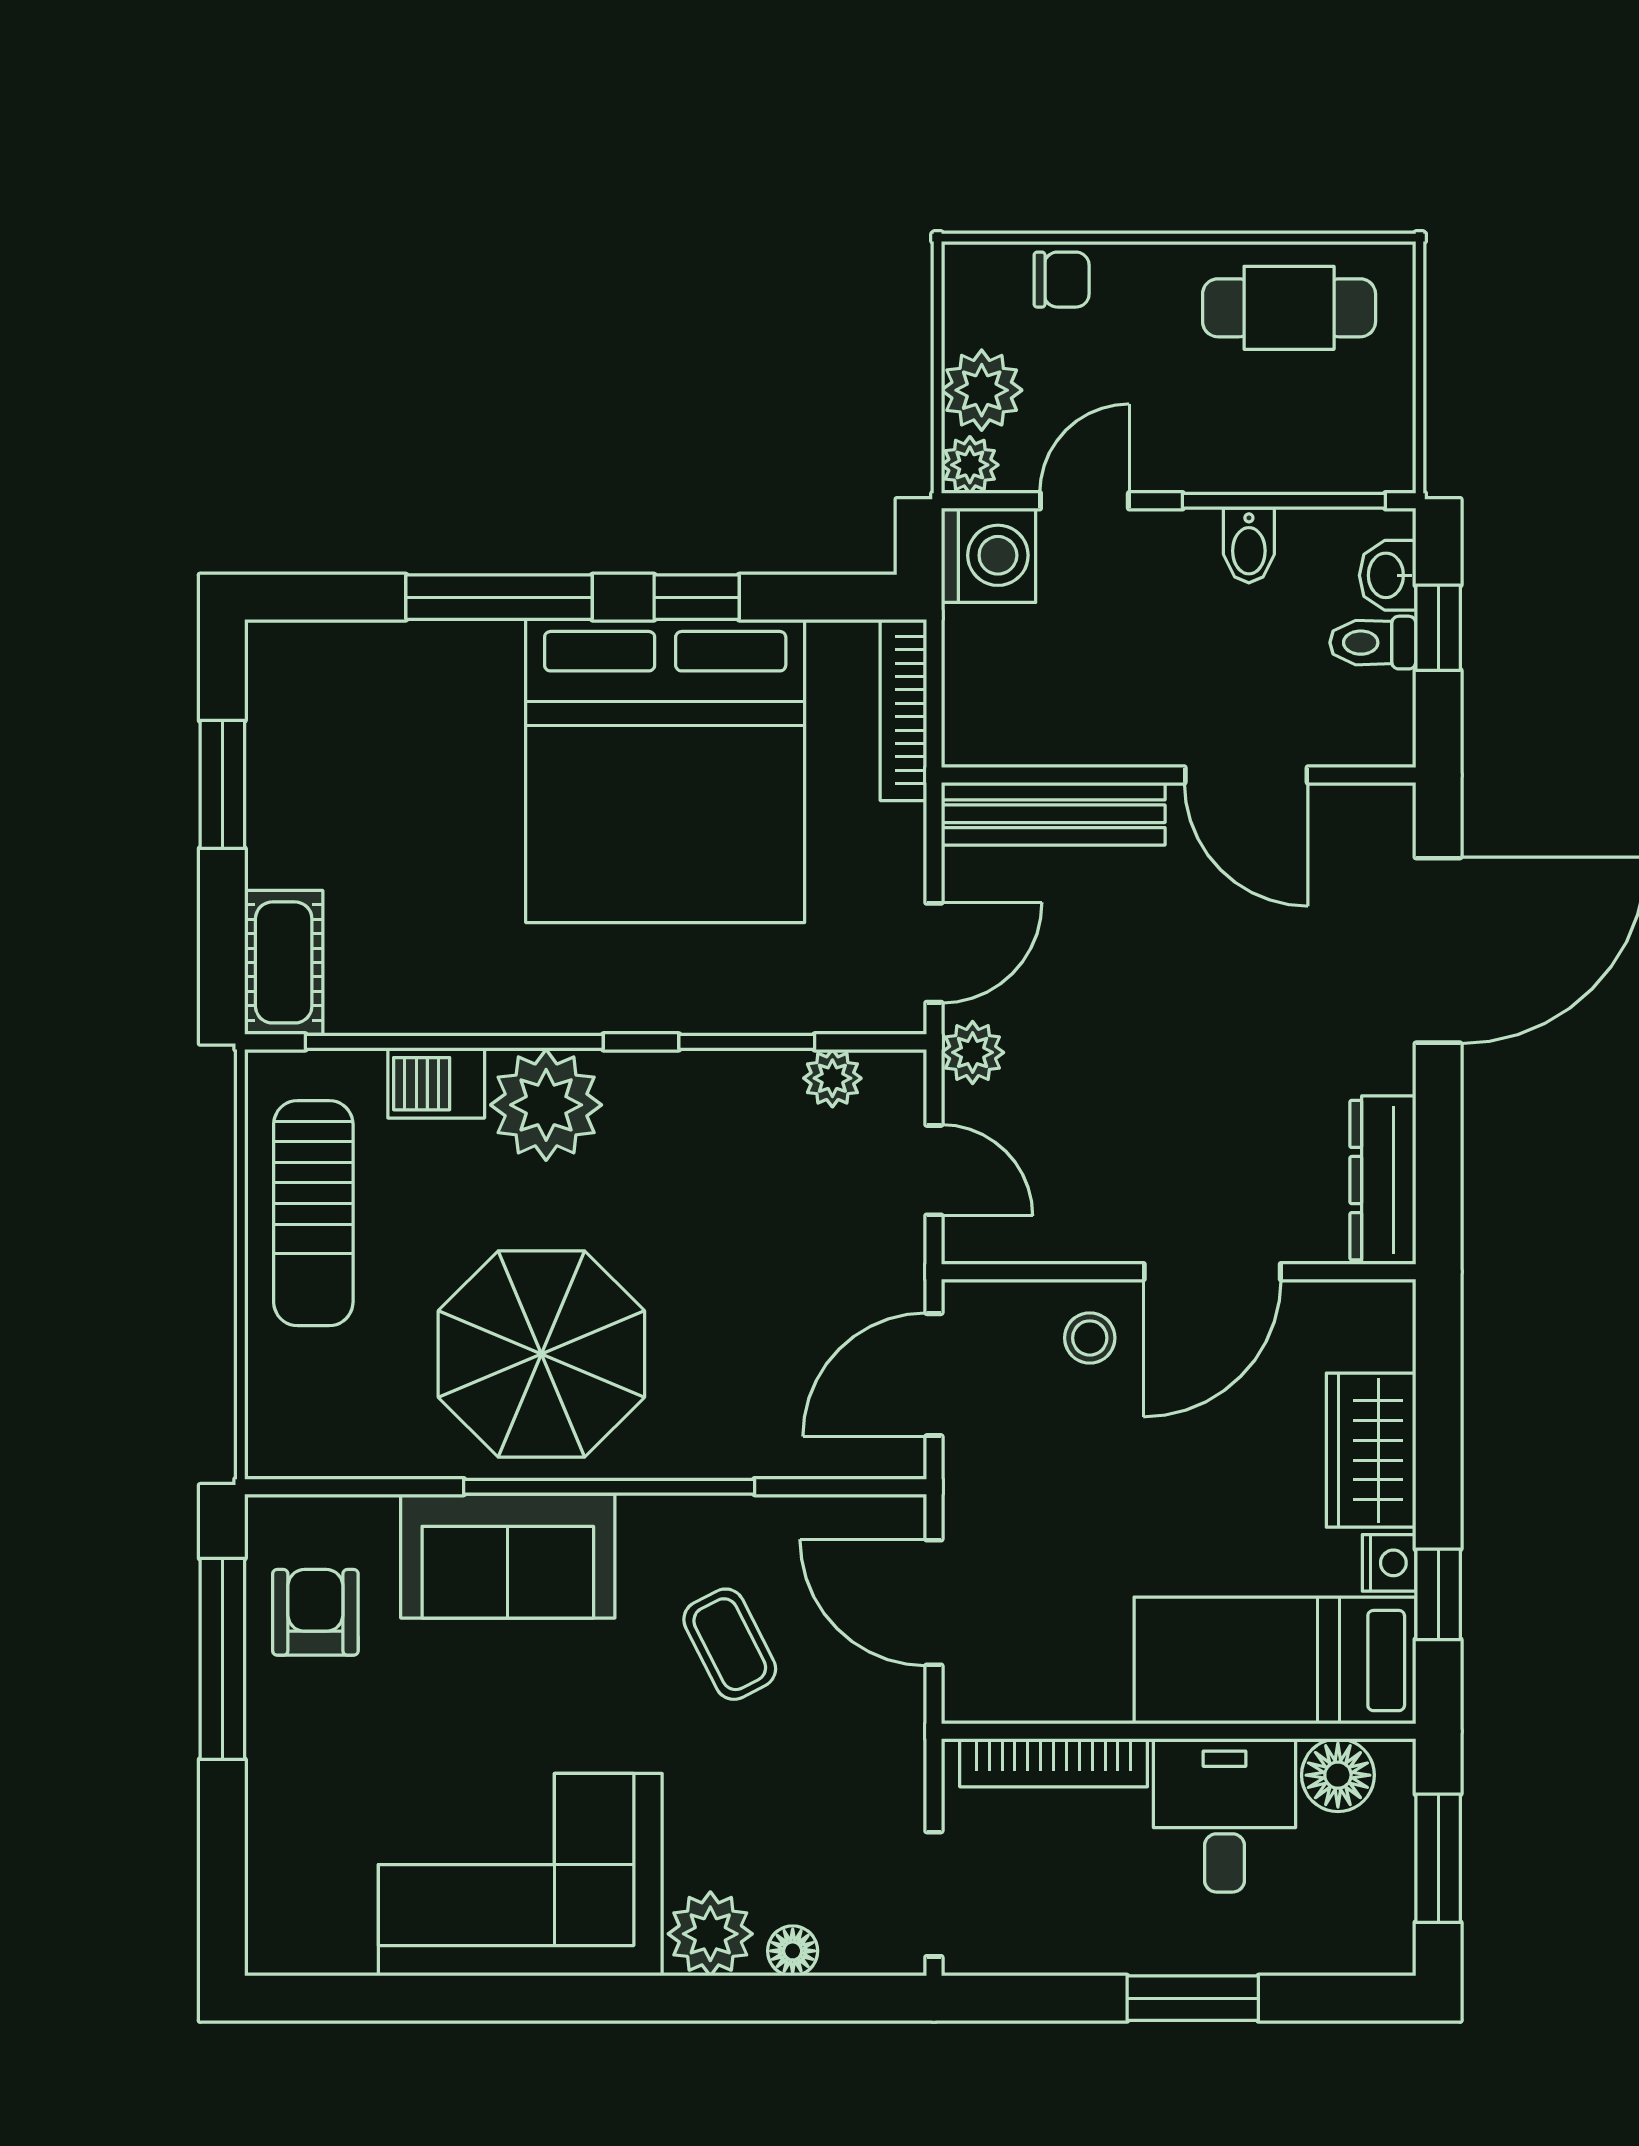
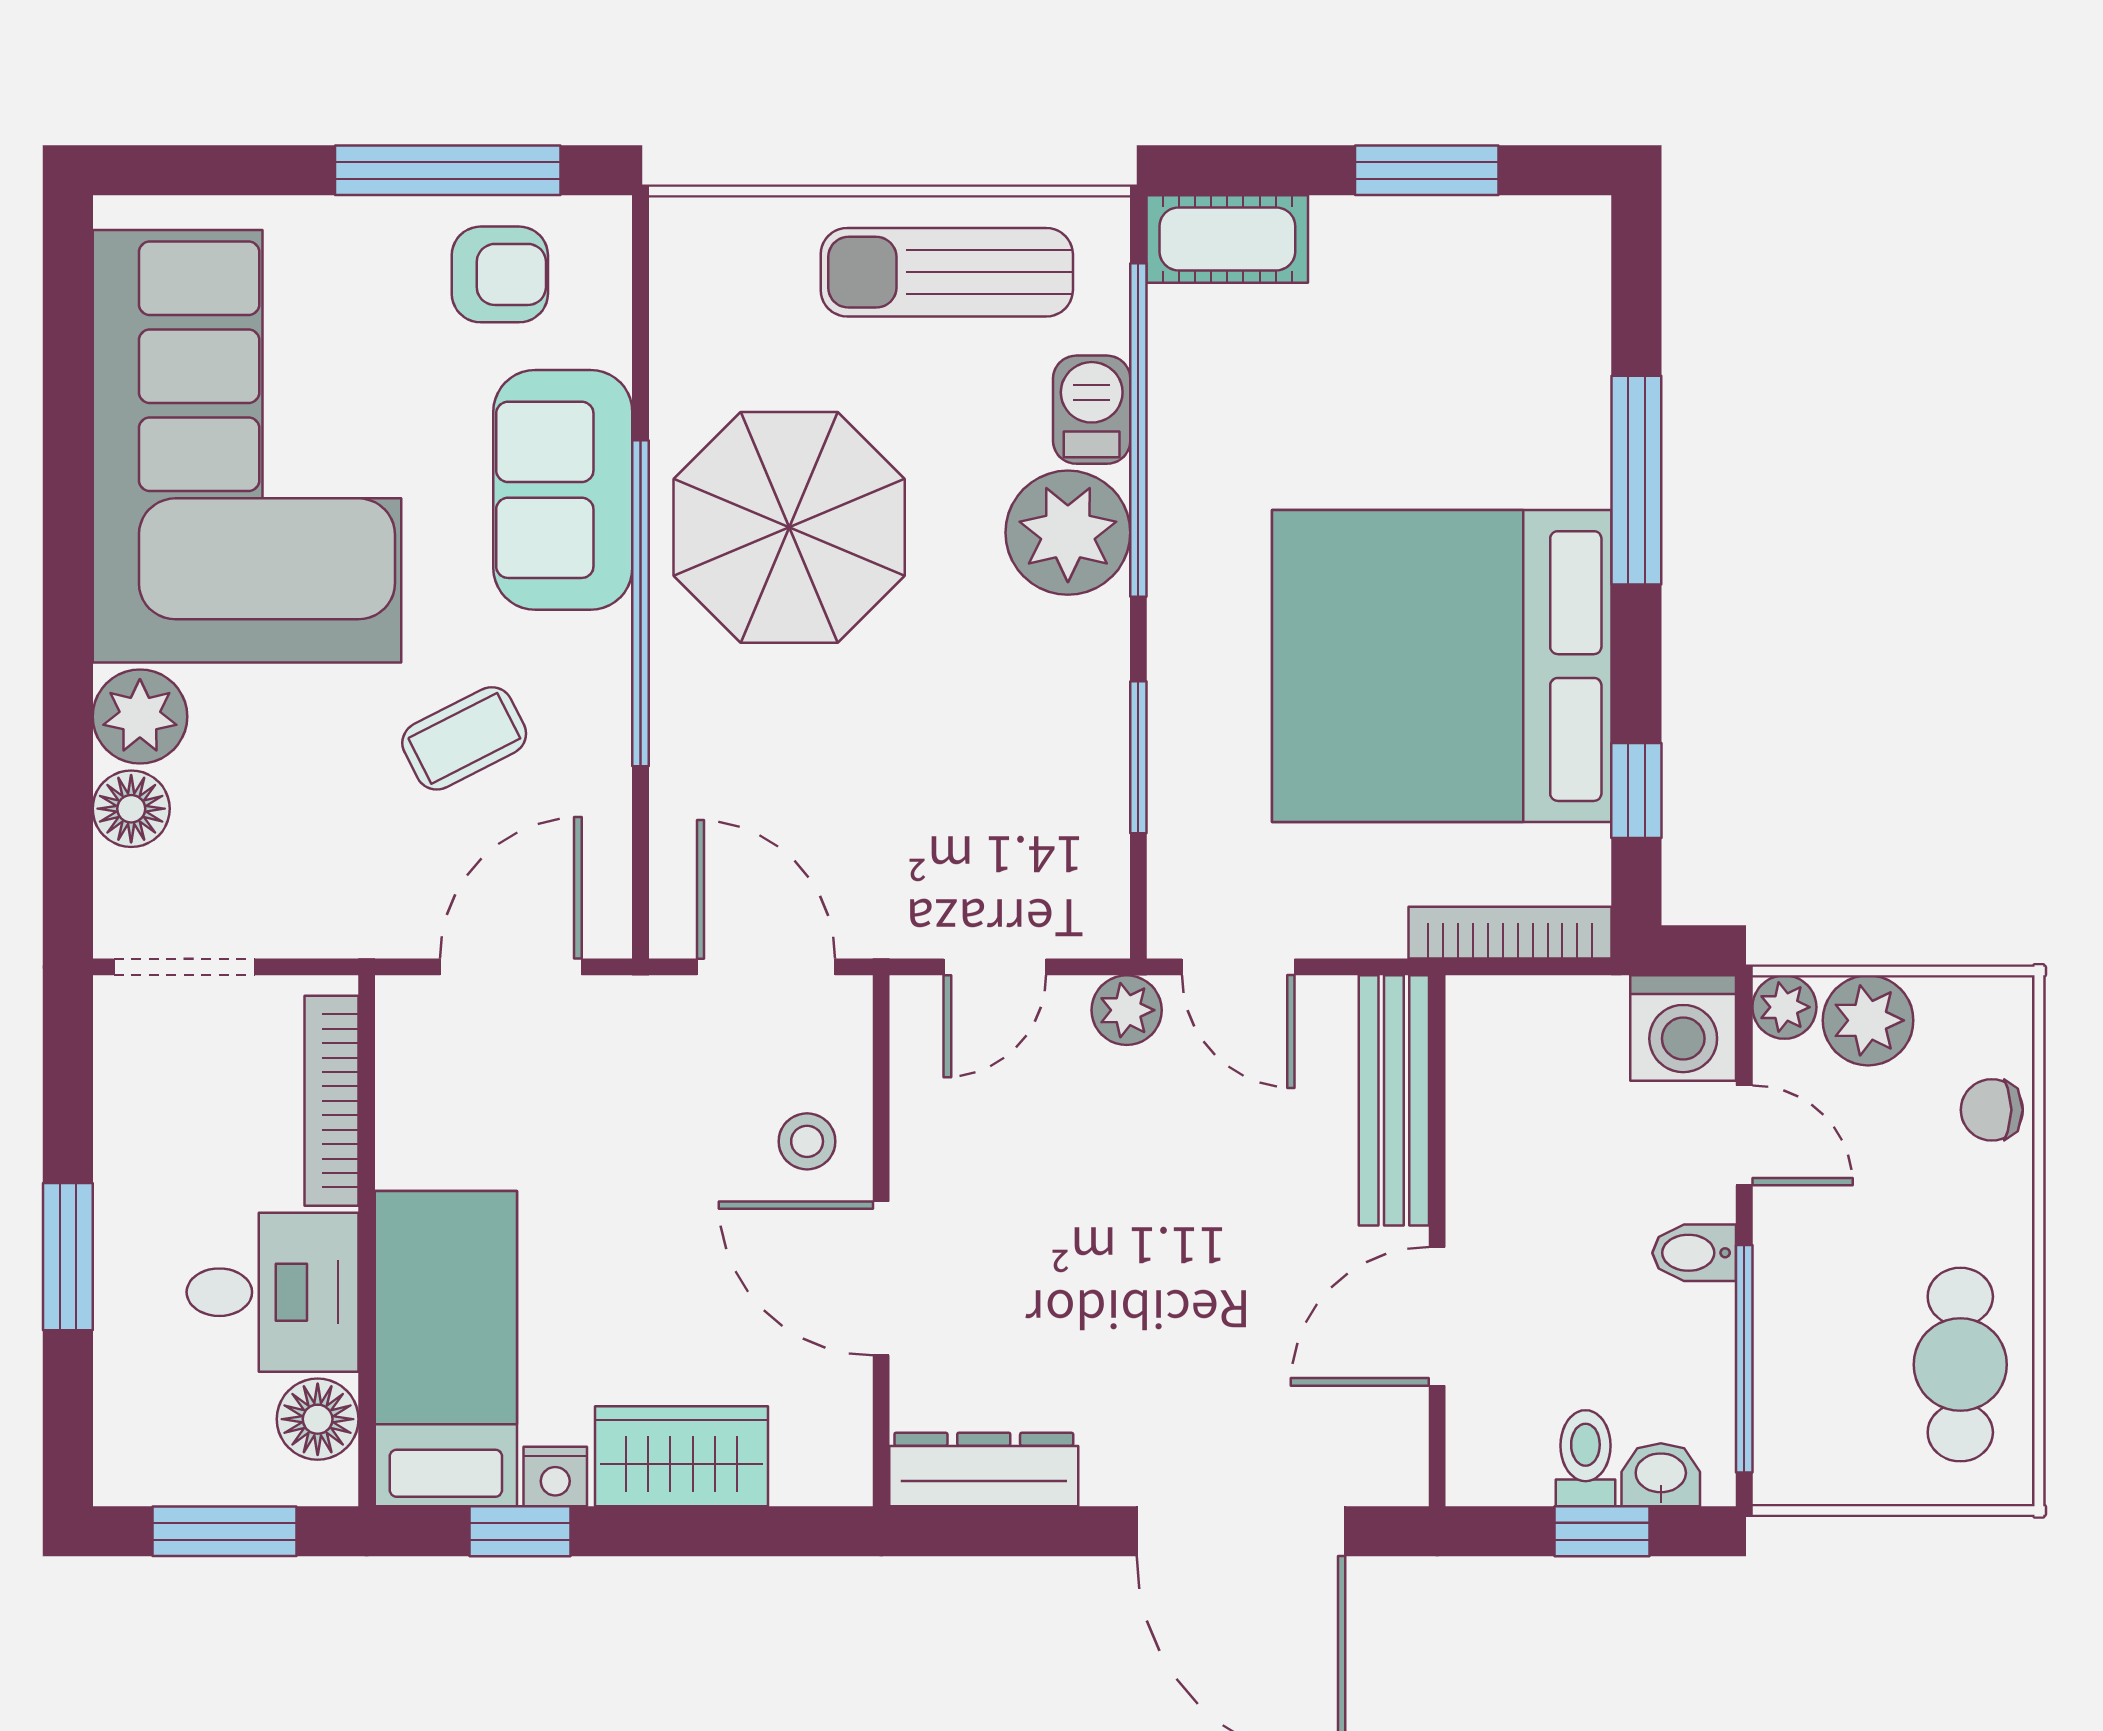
chair: (1062, 280) -> (1992, 1110), turned 90
bidet: (1249, 546) -> (1694, 1253), moved
window: (697, 597) -> (1636, 791), moved
plant: (832, 1078) -> (1098, 853), removed
corner sofa: (520, 1875) -> (247, 446), width x1.36, depth x1.36
floor lamp: (793, 1951) -> (131, 809), width x1.37, depth x1.37

